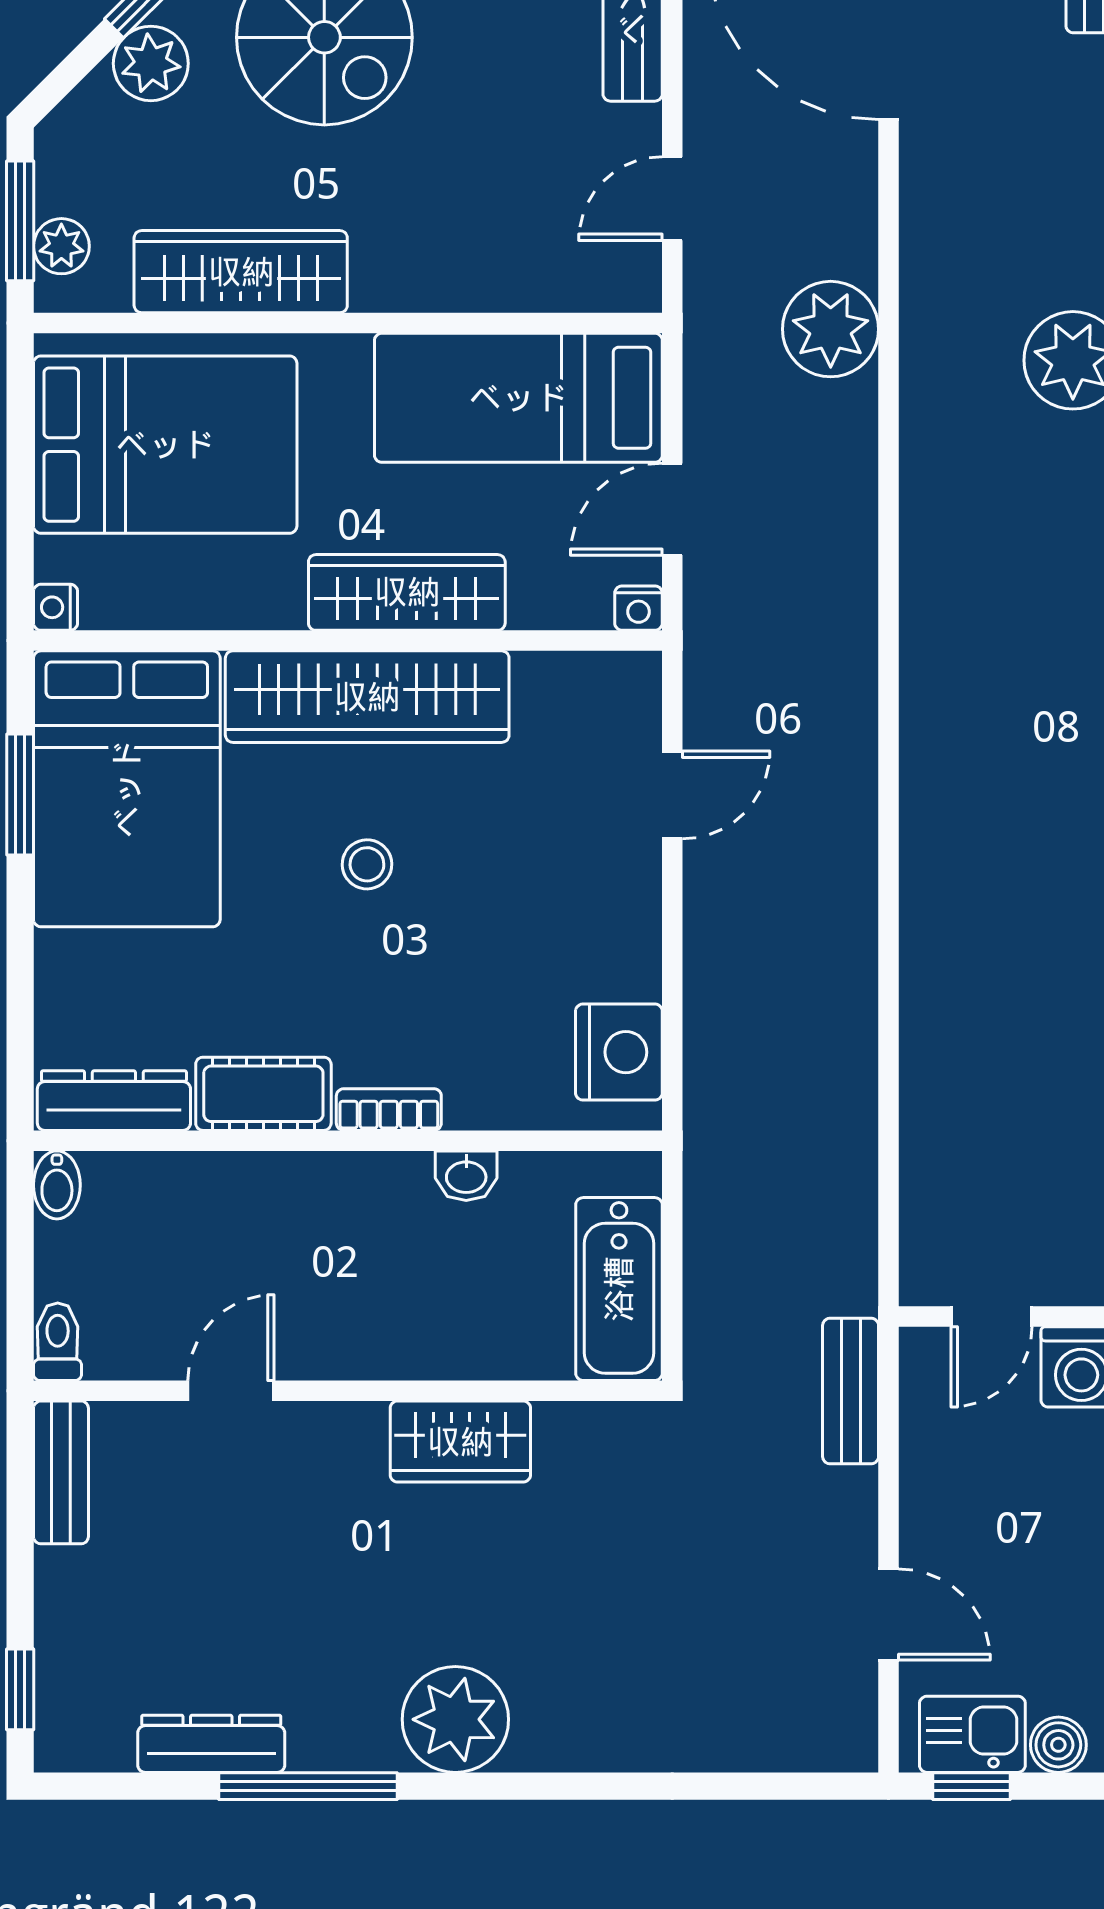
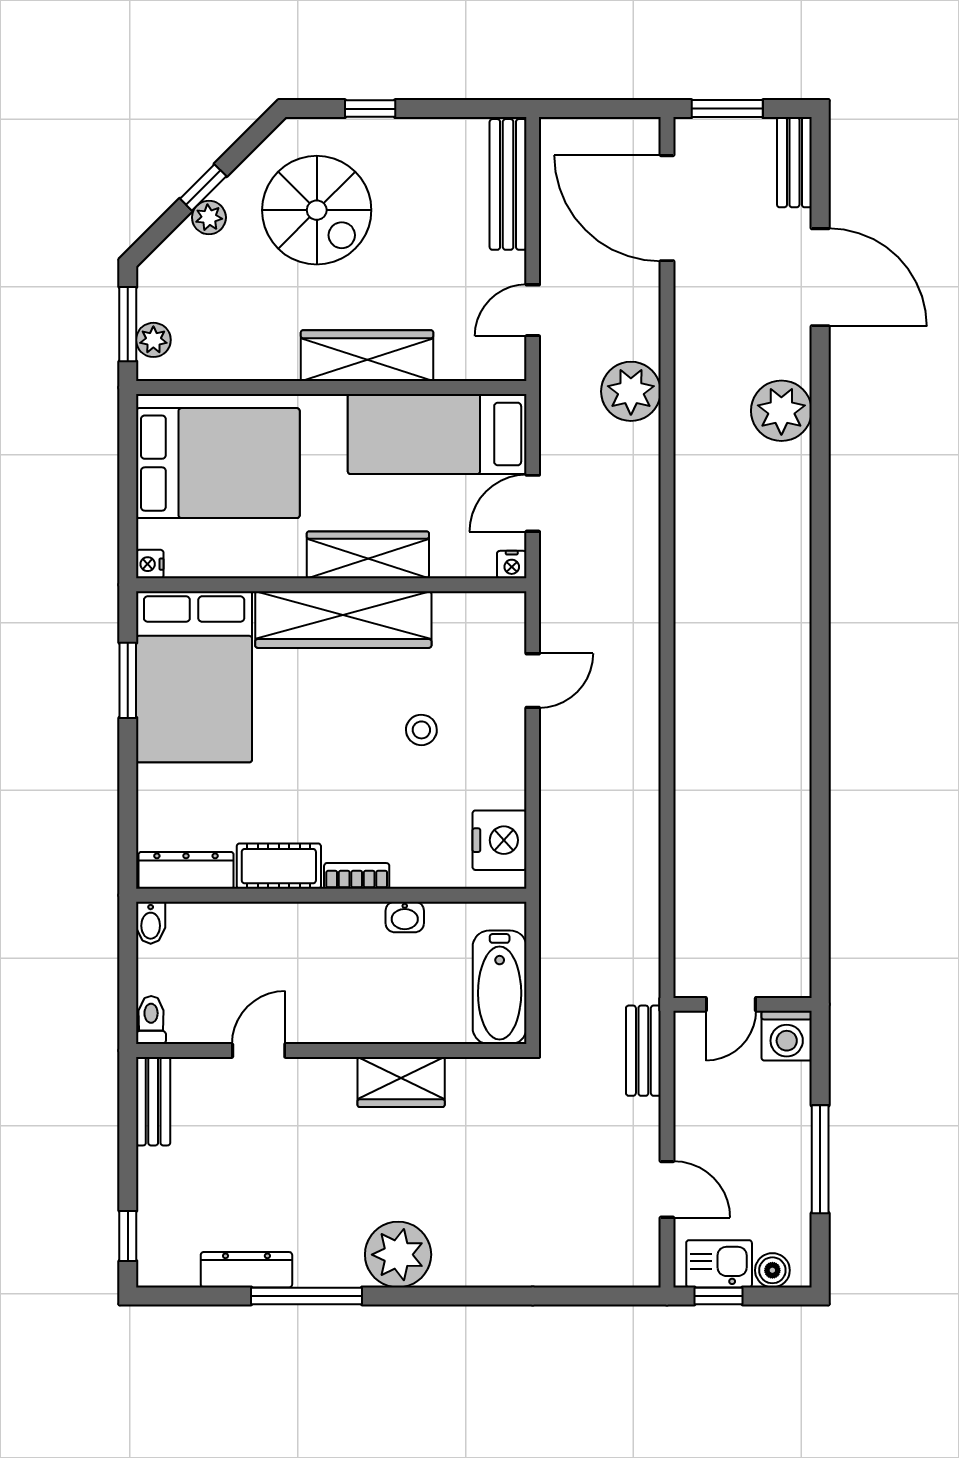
plant: (151, 63) -> (209, 217), width x0.73, depth x0.73
wardrobe: (241, 272) -> (367, 356), moved
stool: (367, 864) -> (421, 730), moved

